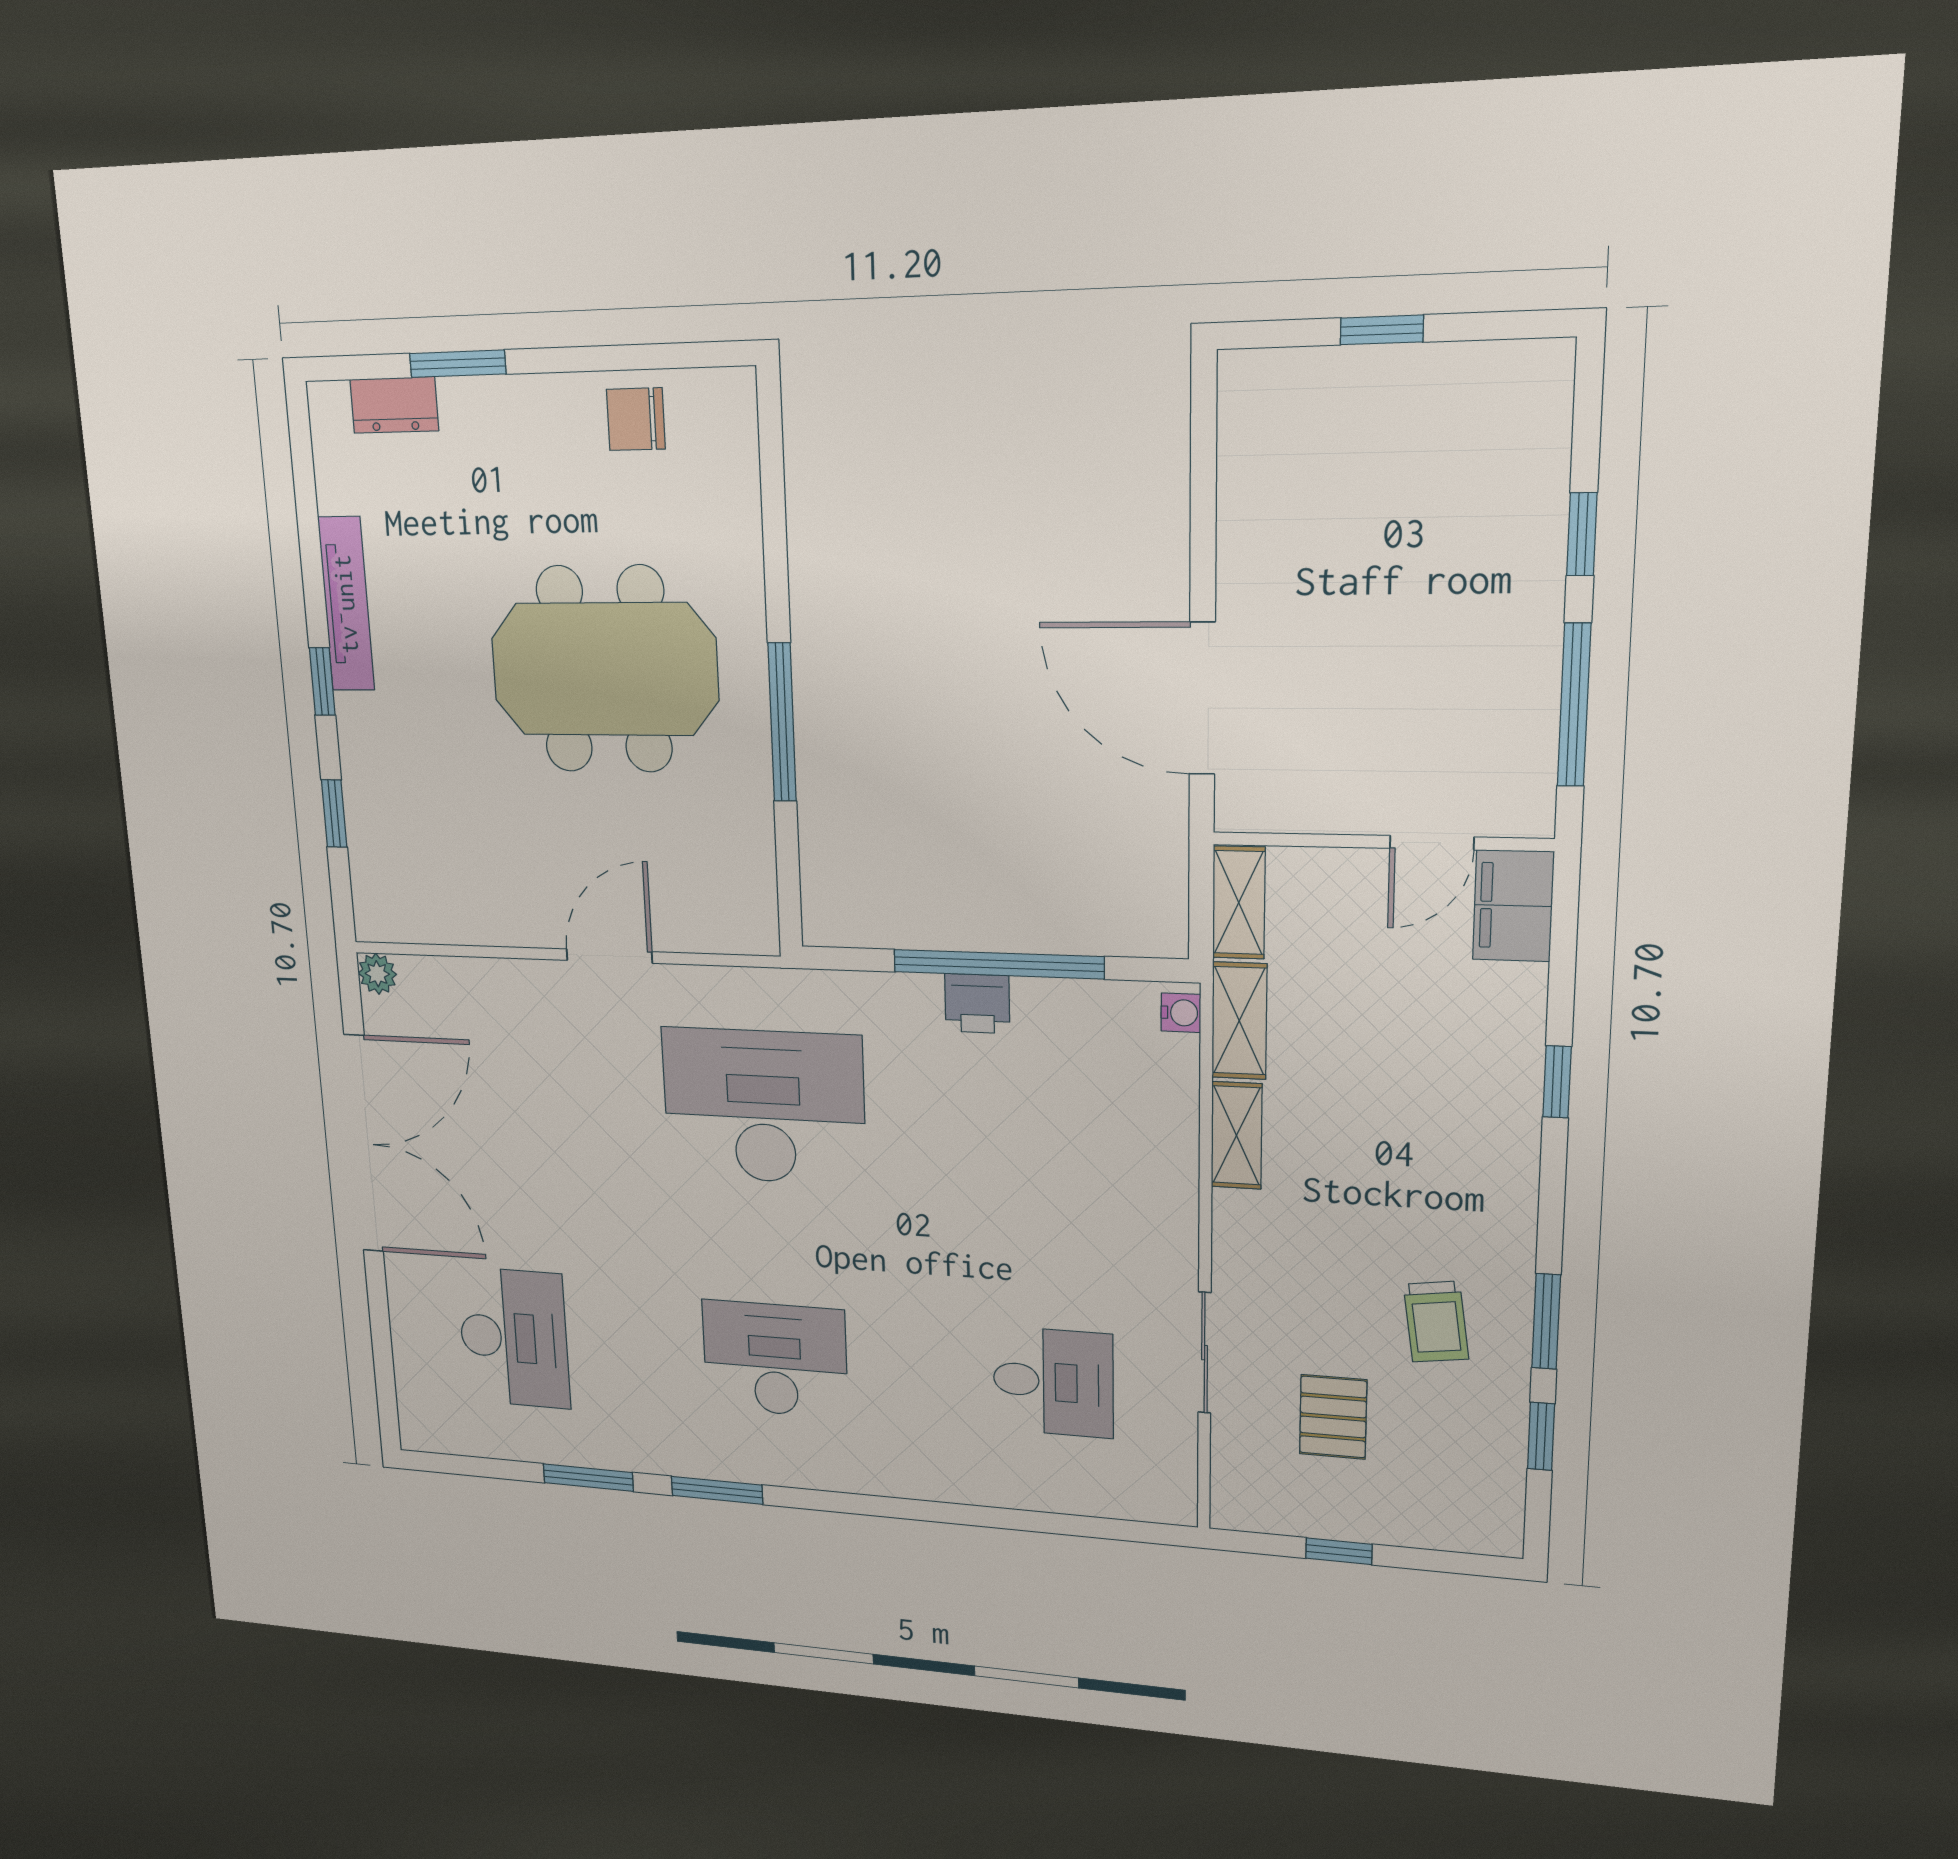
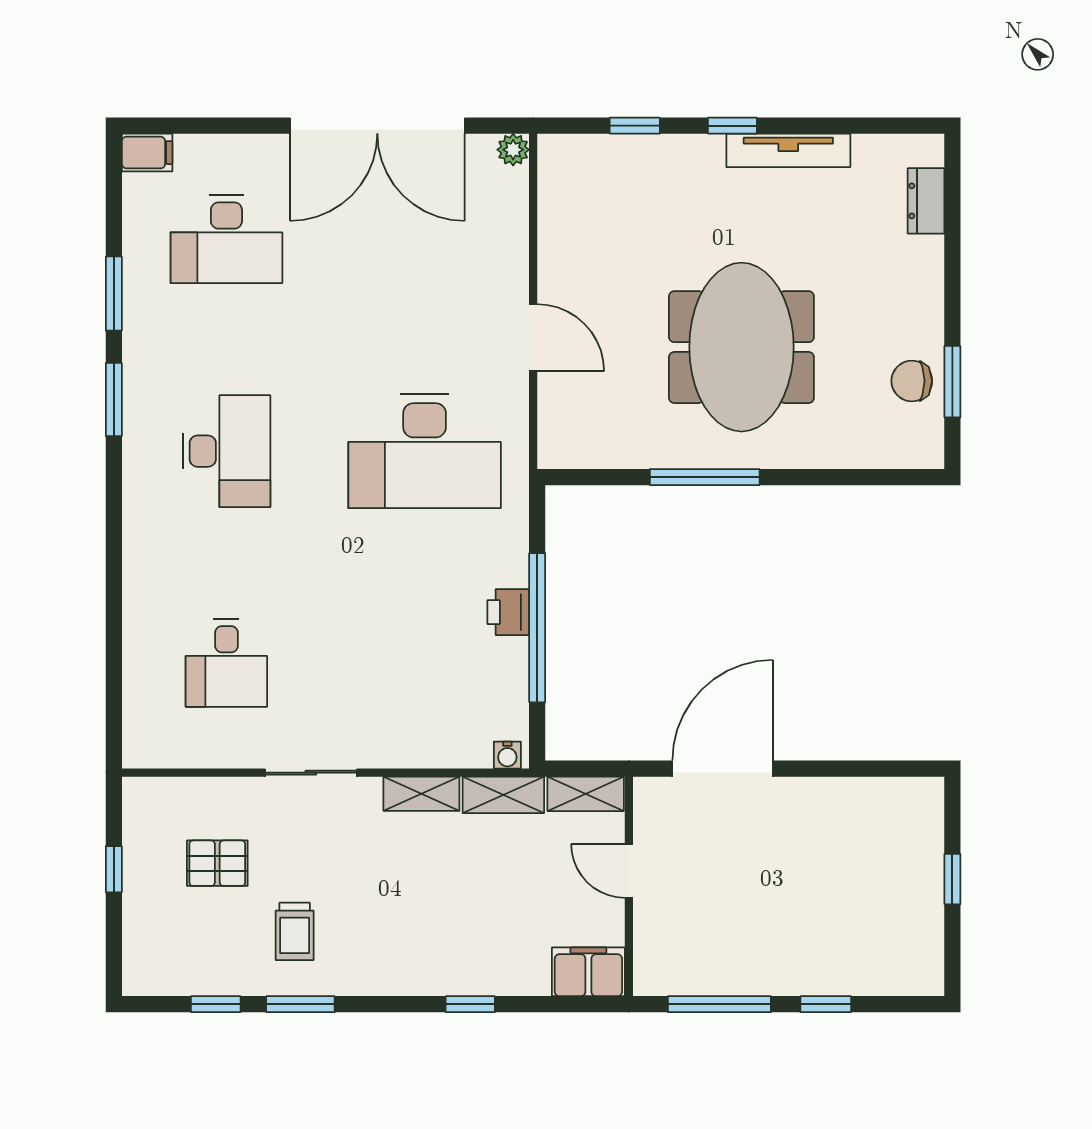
window: (458, 364) -> (952, 382), moved
chair: (636, 419) -> (912, 381), turned -90
door: (1432, 843) -> (629, 871), moved
desk: (764, 1106) -> (425, 451), turned 90
trolley: (1436, 1322) -> (295, 931), turned -82
sliding door: (1205, 1353) -> (311, 773), moved
filing cabinet: (420, 1423) -> (147, 153), added

